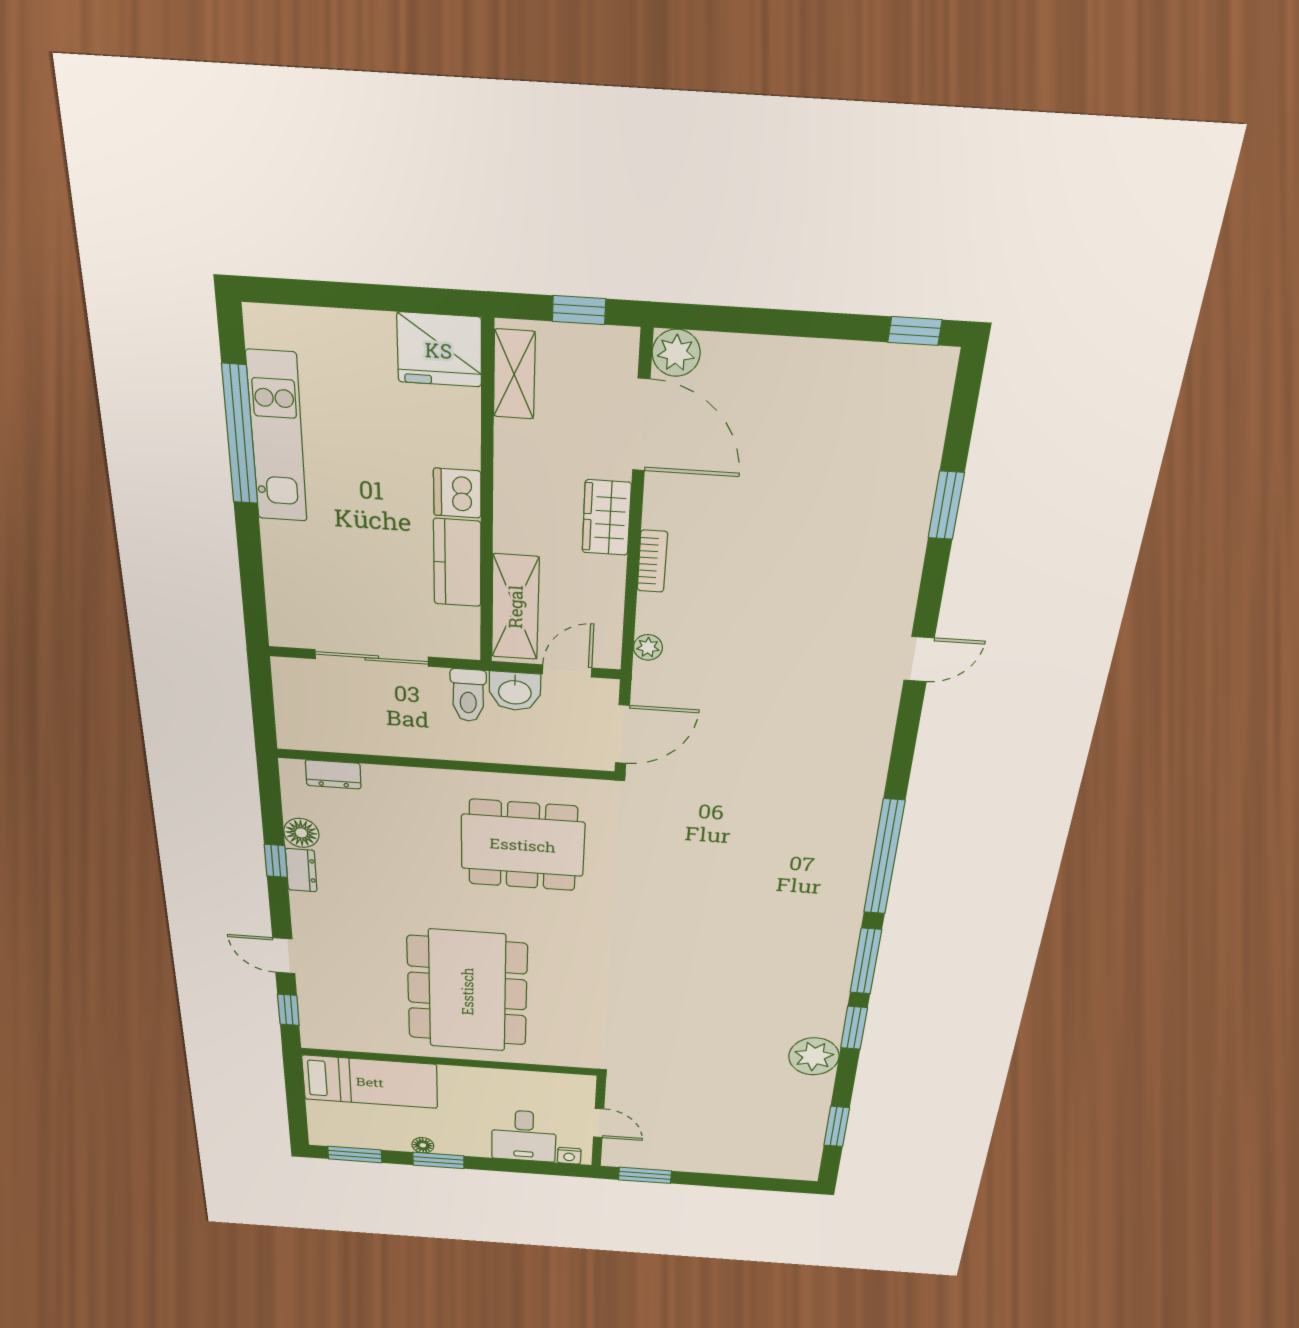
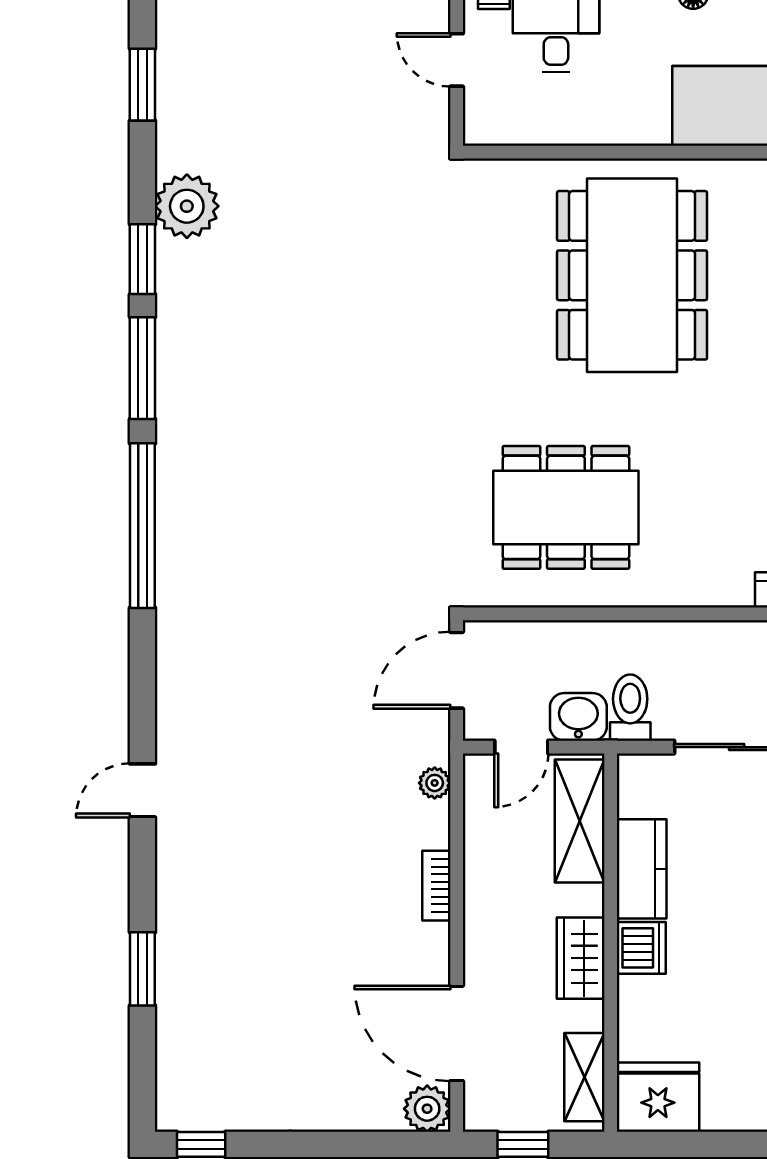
wardrobe: (607, 518) -> (581, 958), moved, turned 180

